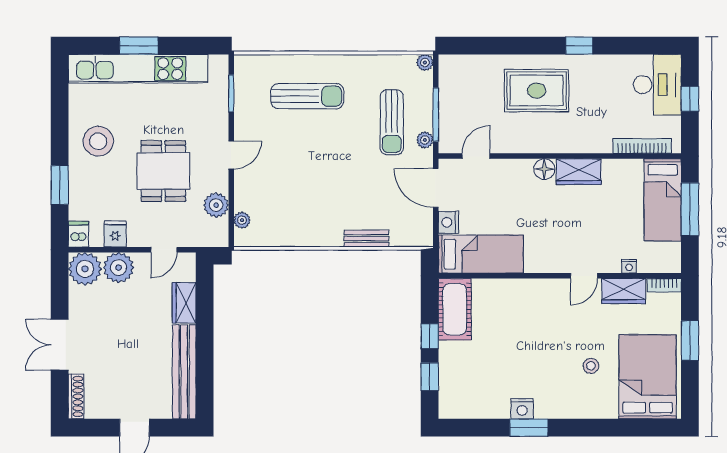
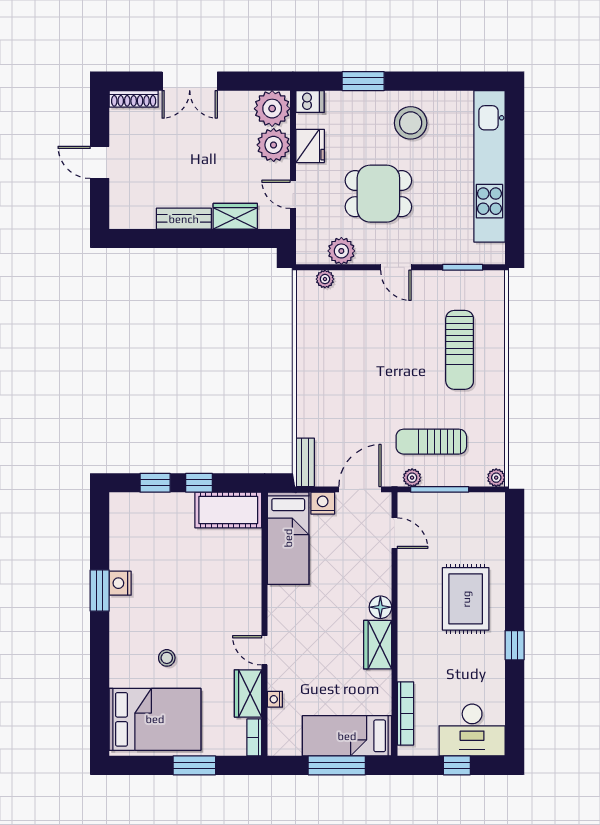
window: (139, 46) -> (515, 167), removed
fridge: (115, 234) -> (310, 146), width x1.38
bench: (366, 239) -> (305, 462), moved
double door: (60, 345) -> (190, 81), swing flipped
bench: (184, 372) -> (184, 219), width x0.54, depth x0.82

